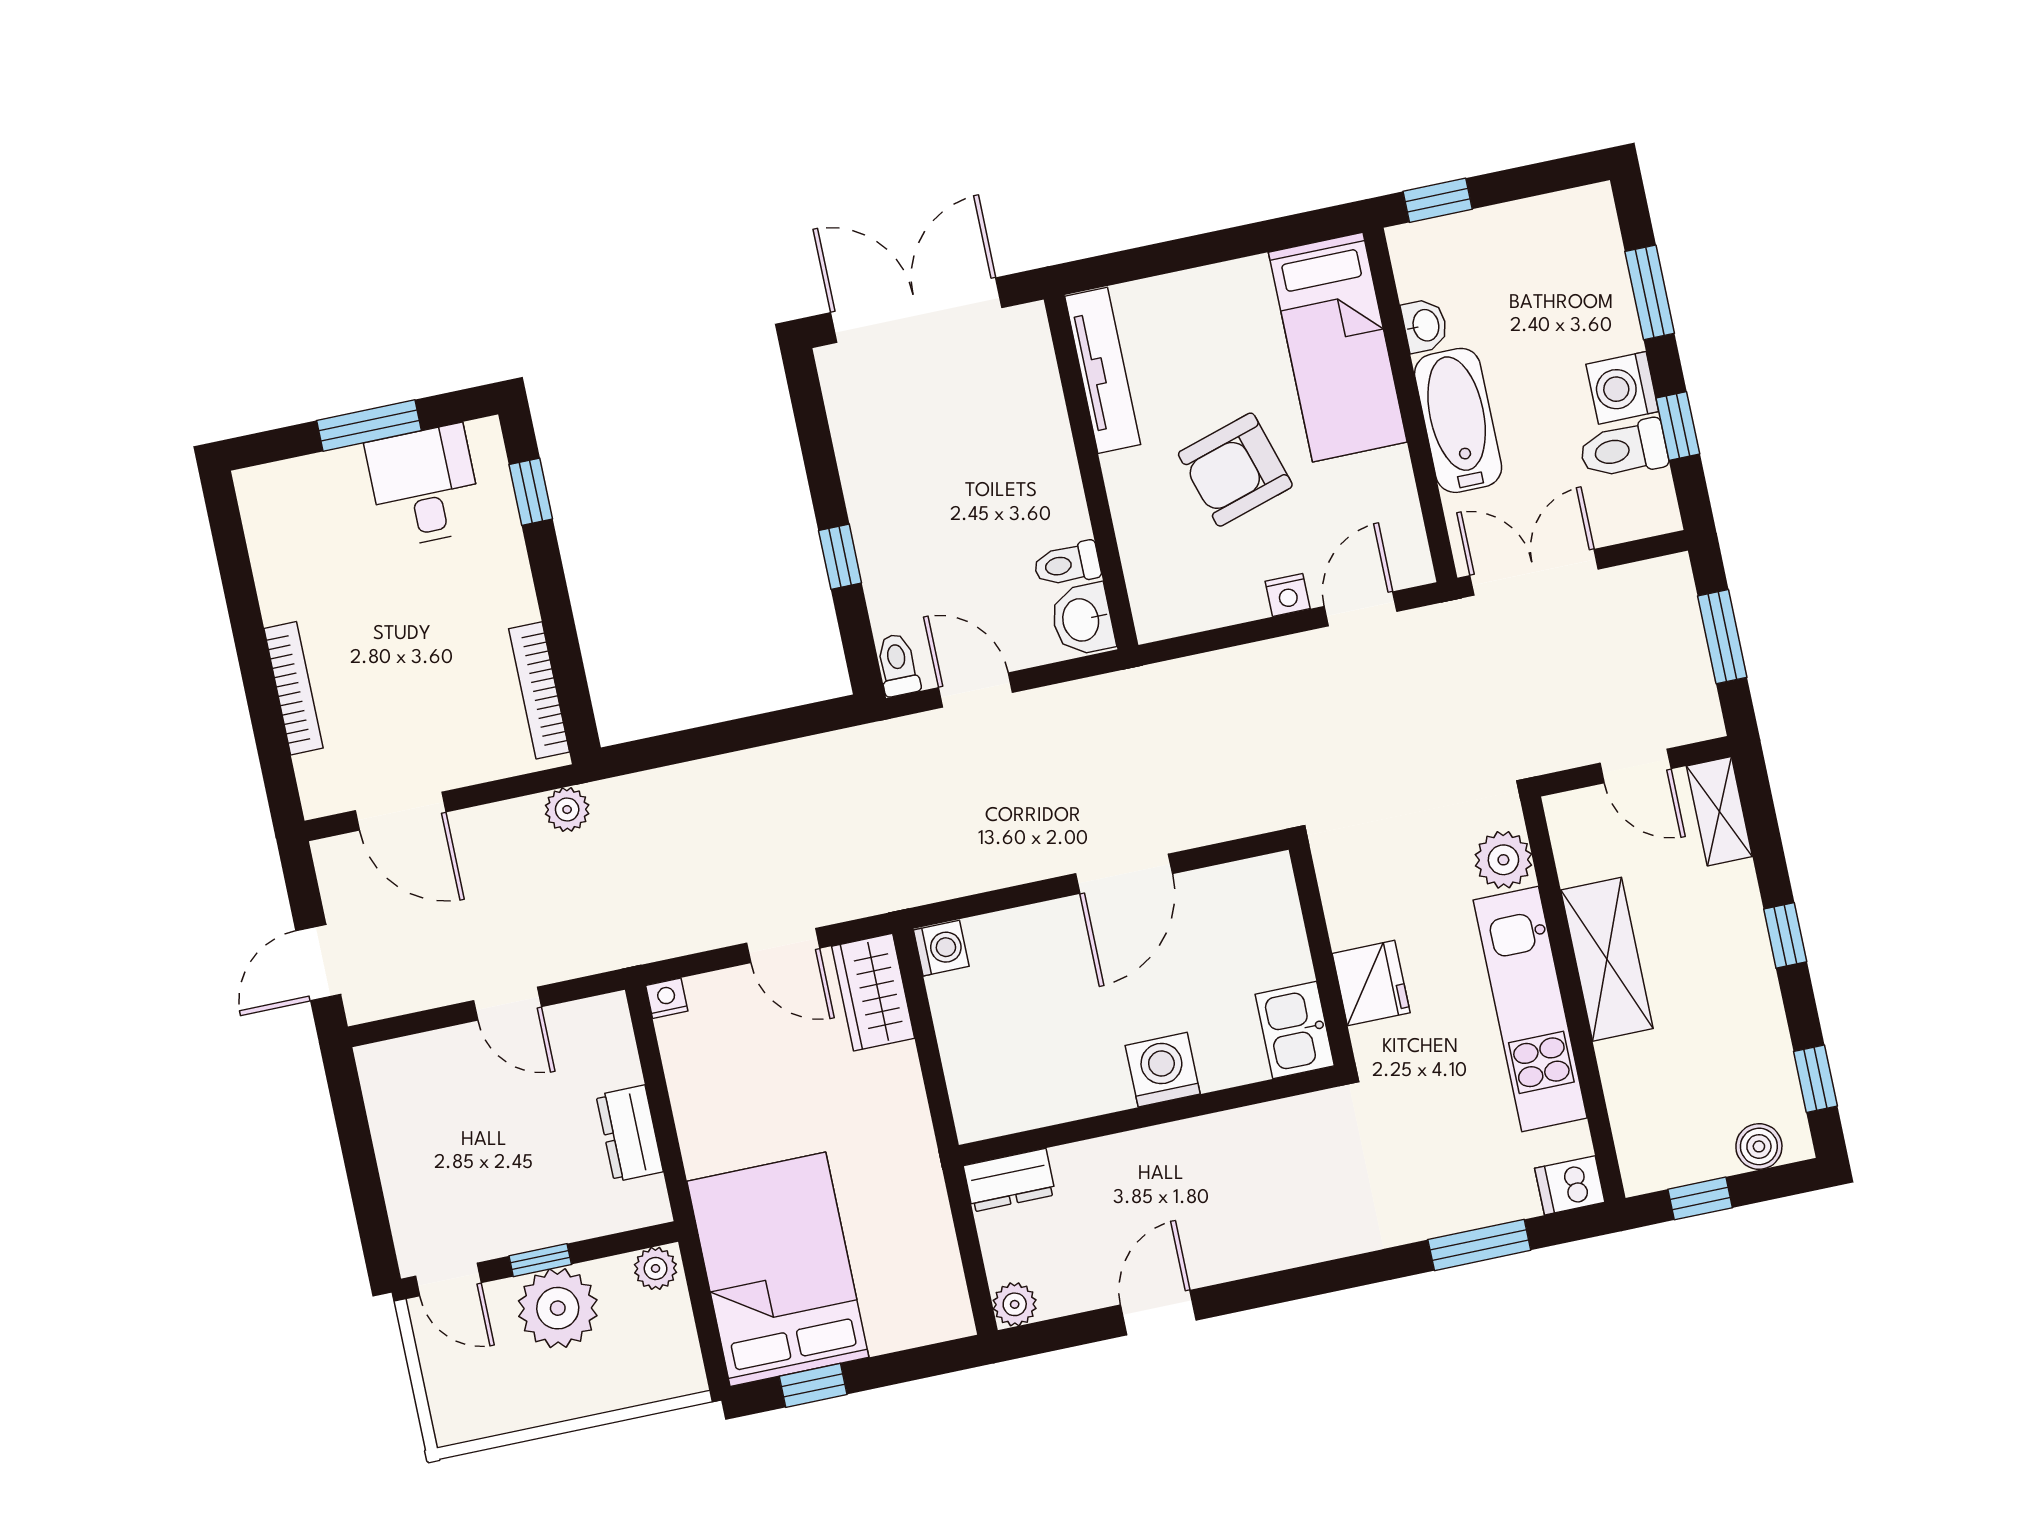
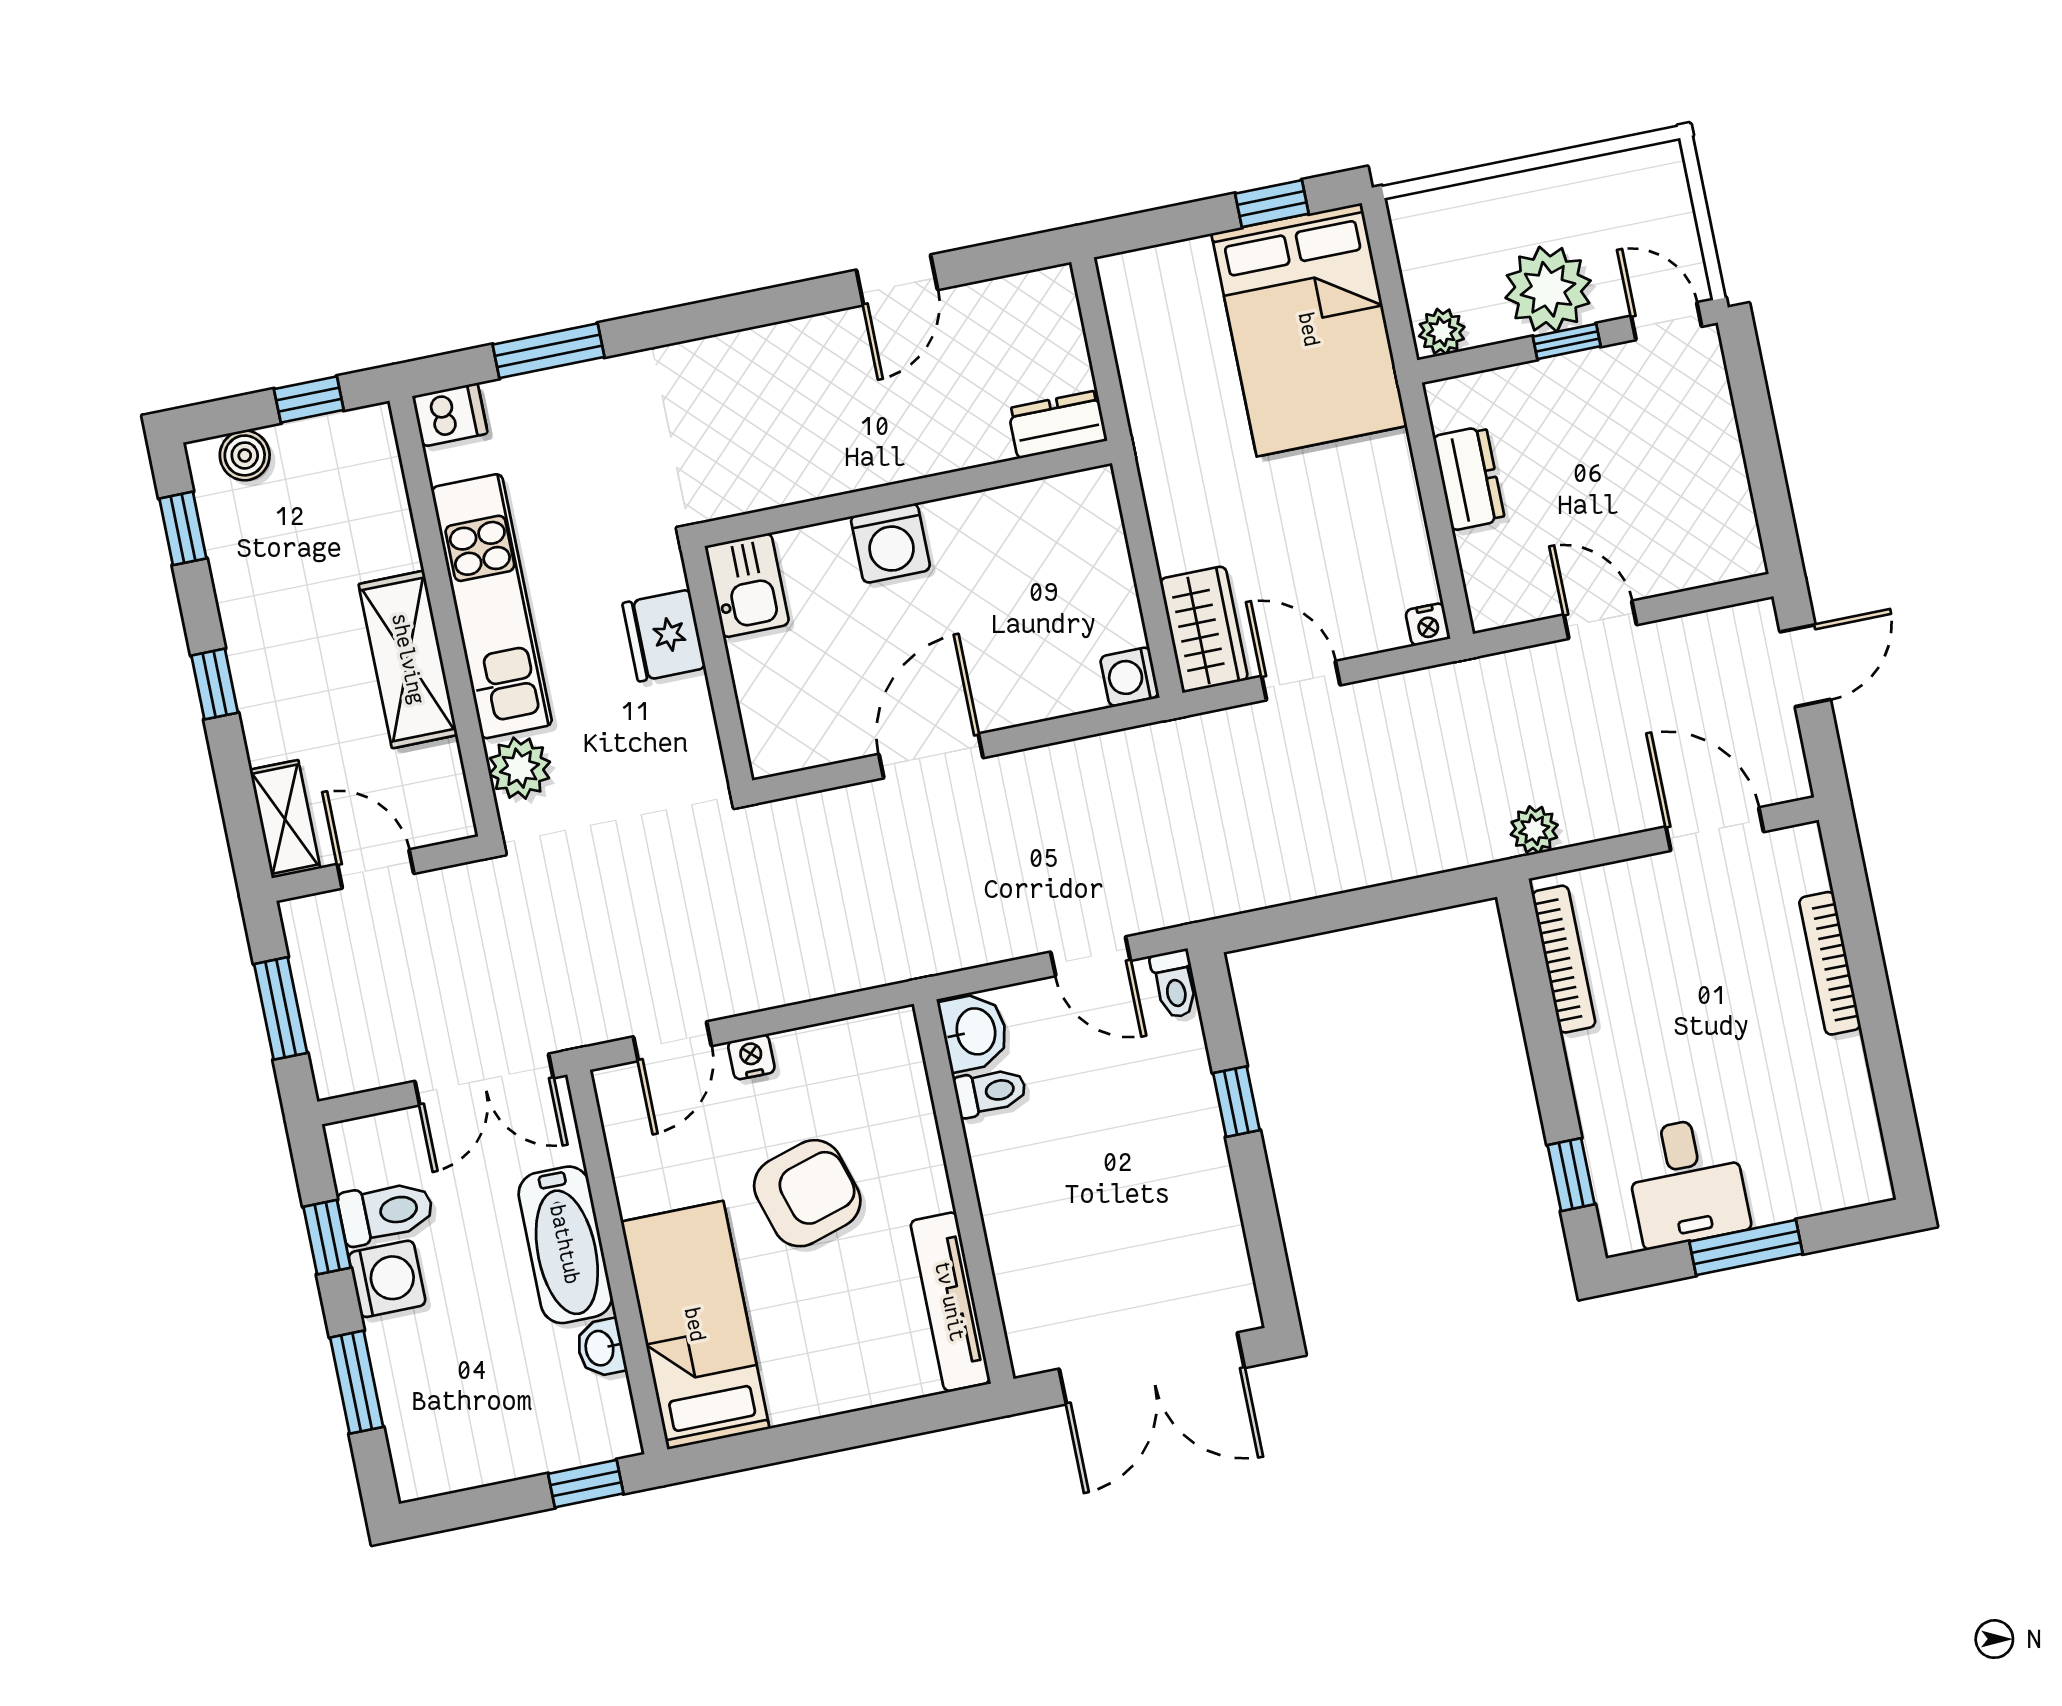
plant: (1015, 1304) -> (1053, 290), removed

